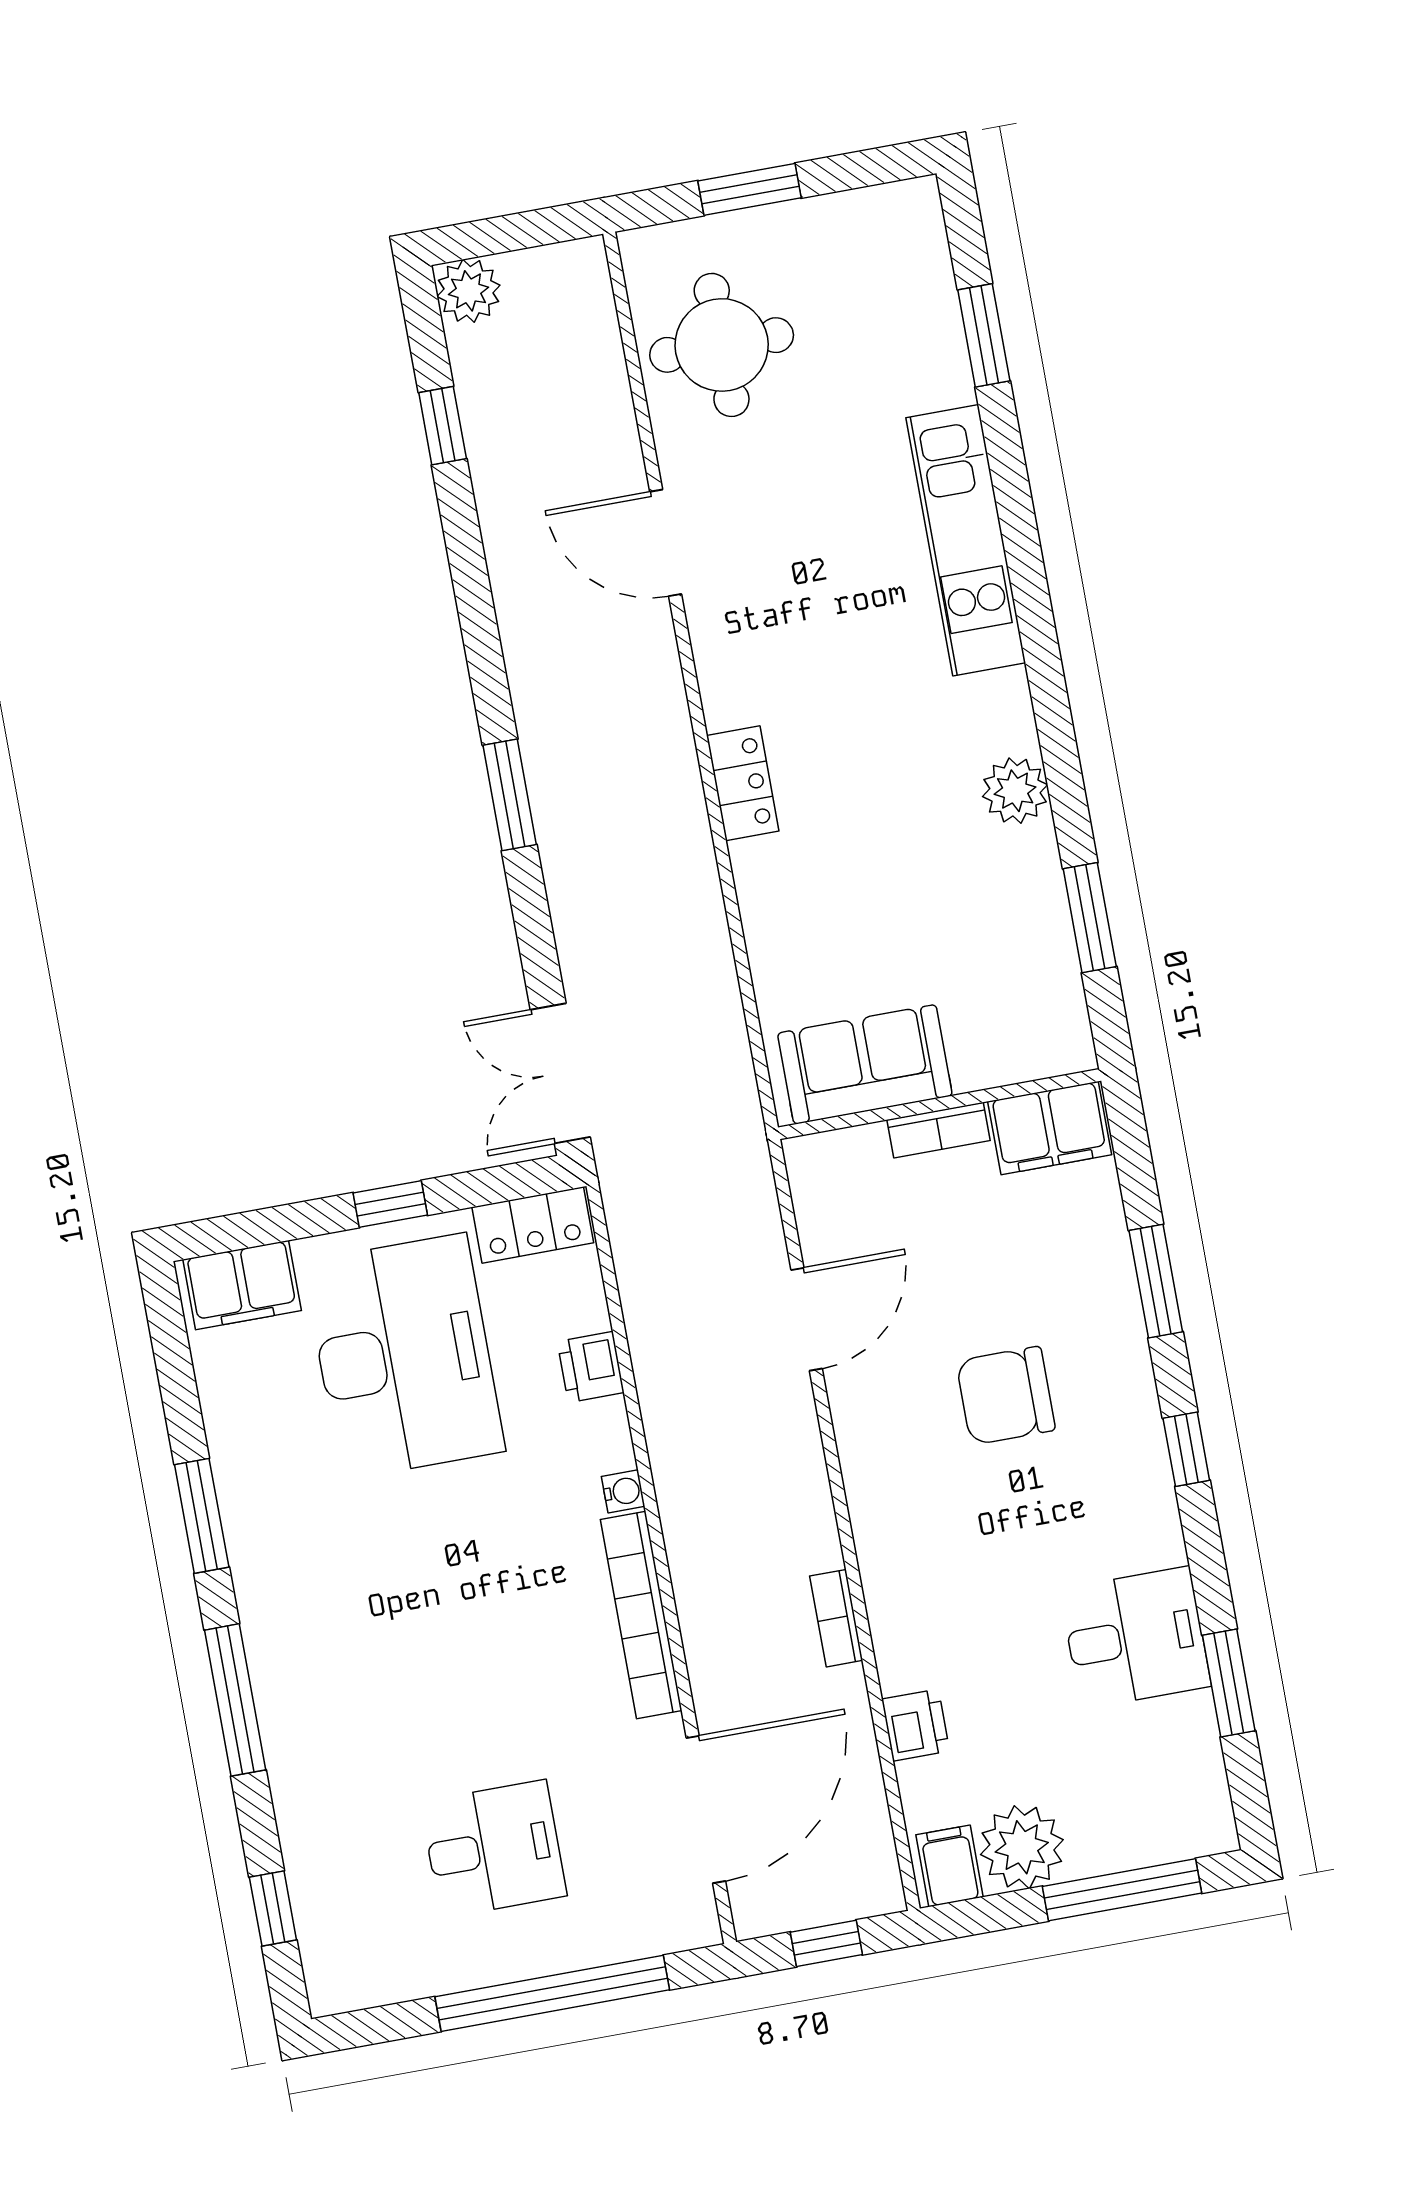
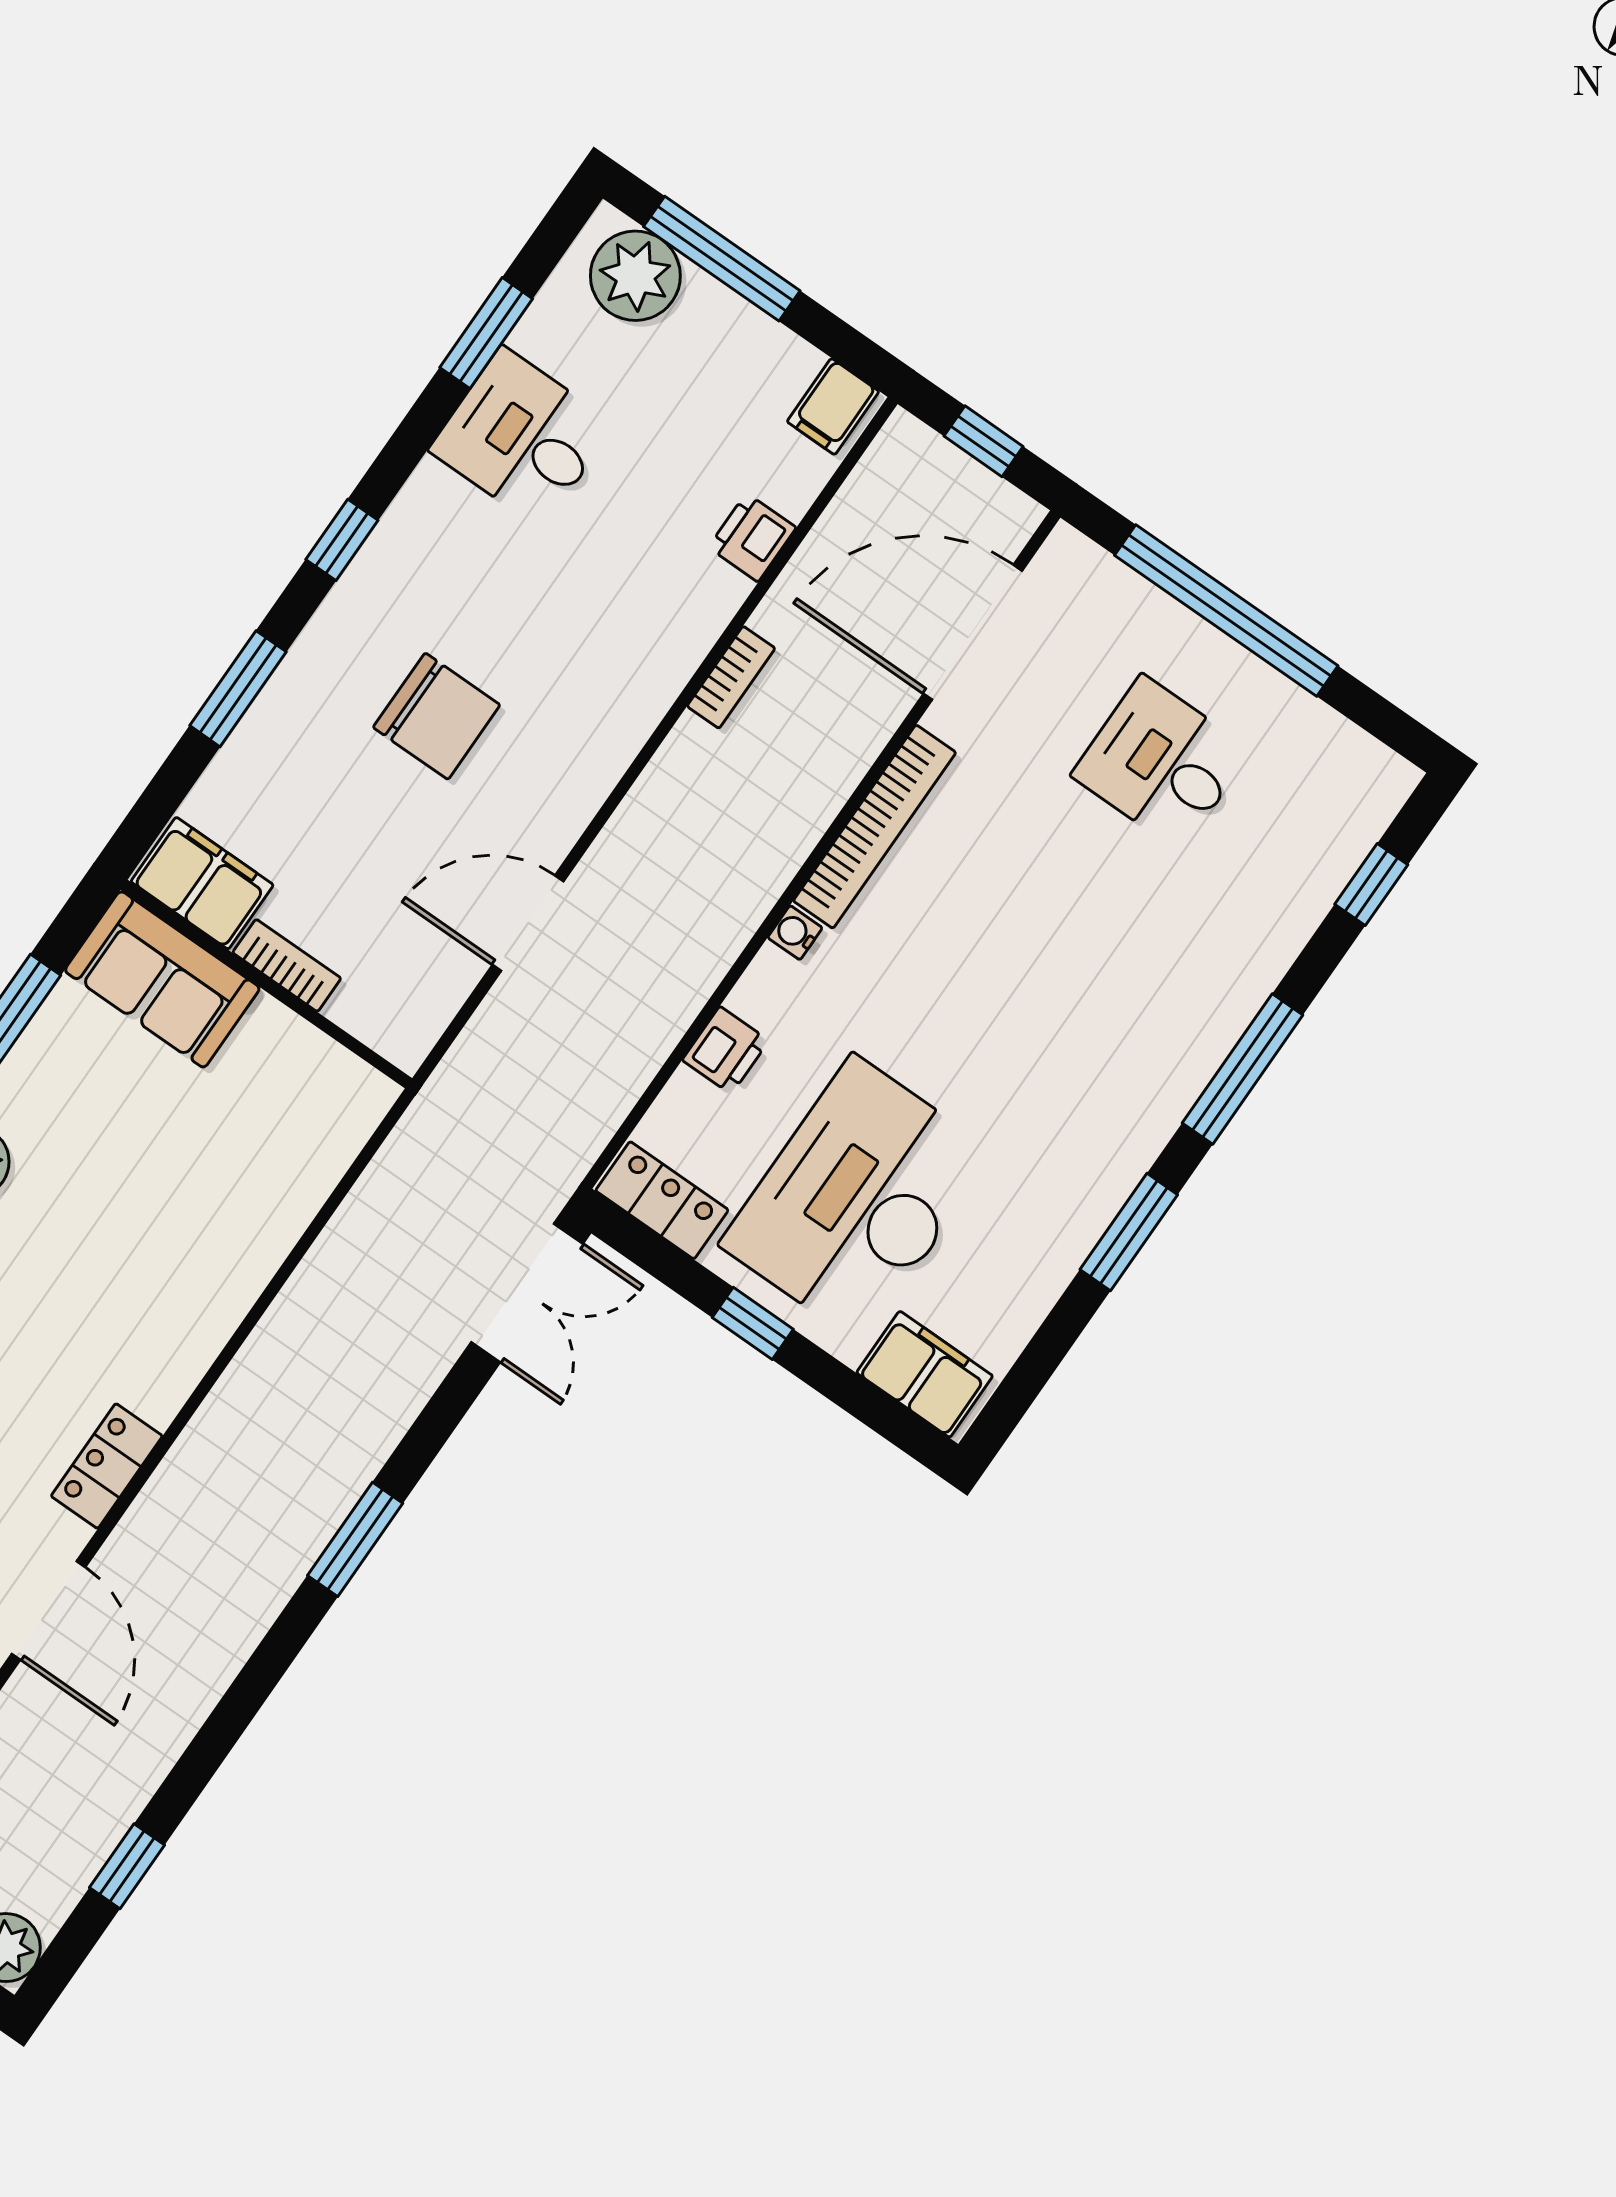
locker: (743, 783) -> (107, 1466), moved
sofa: (865, 1064) -> (162, 979), moved
plant: (1022, 1847) -> (635, 276), moved

